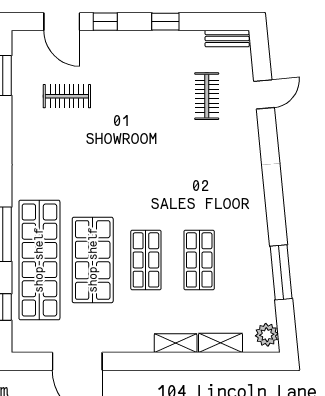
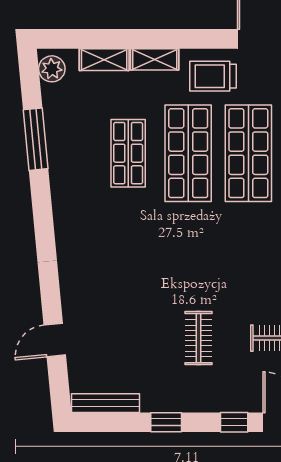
bench: (227, 39) -> (106, 403), width x1.36
clothes rail: (207, 96) -> (198, 338), moved
shop shelf: (146, 260) -> (188, 153), width x1.43, depth x1.36
trolley: (124, 328) -> (213, 76), added

